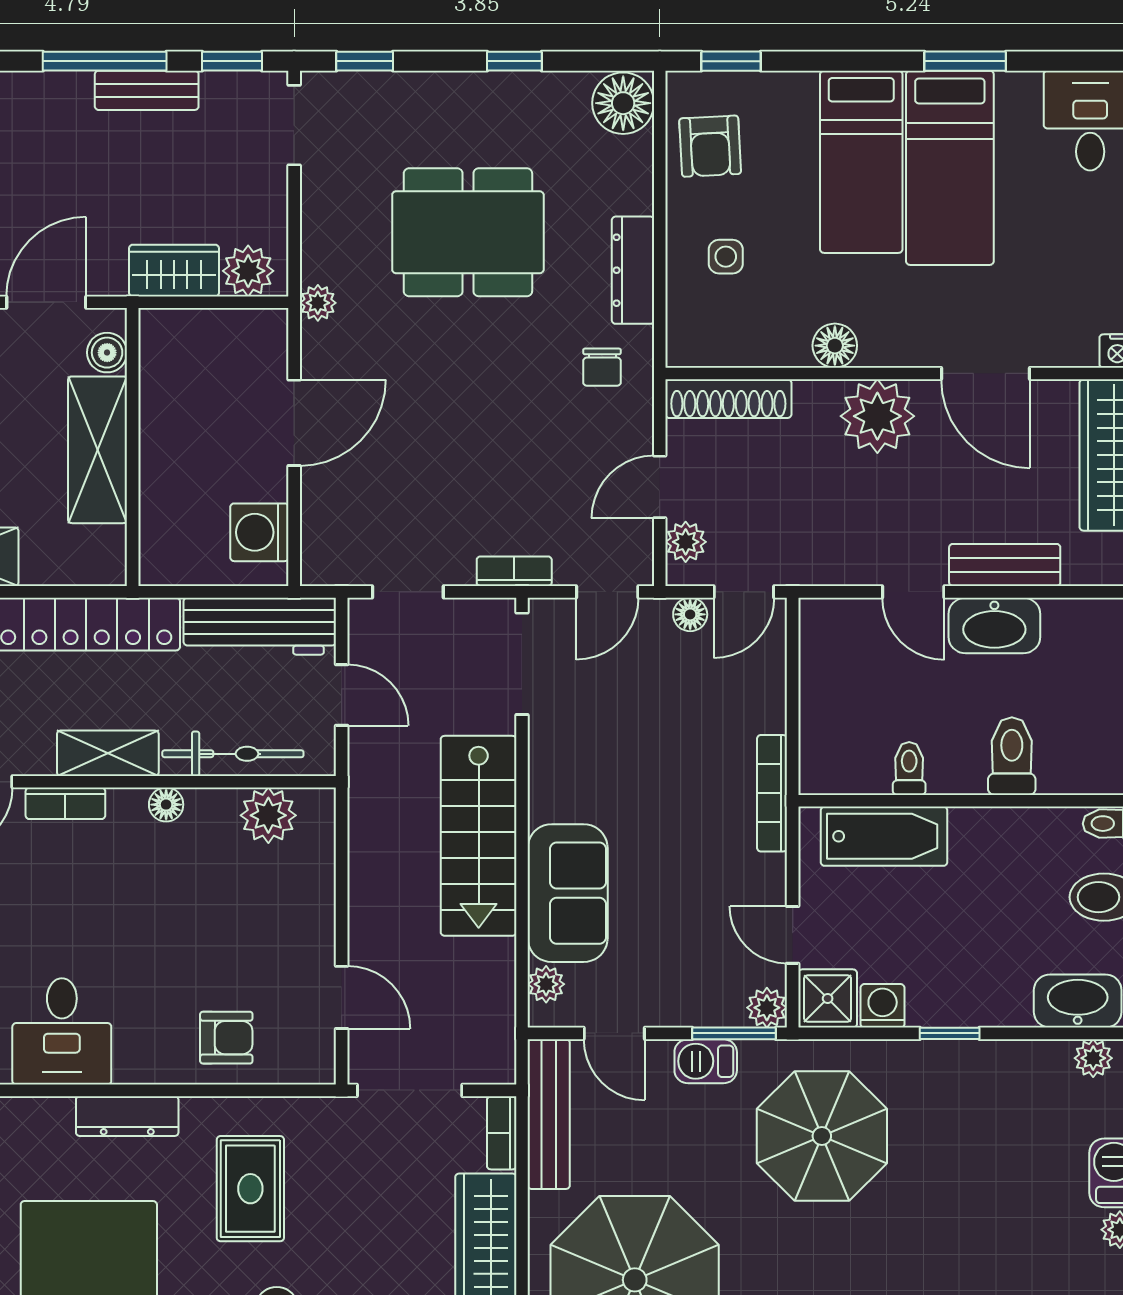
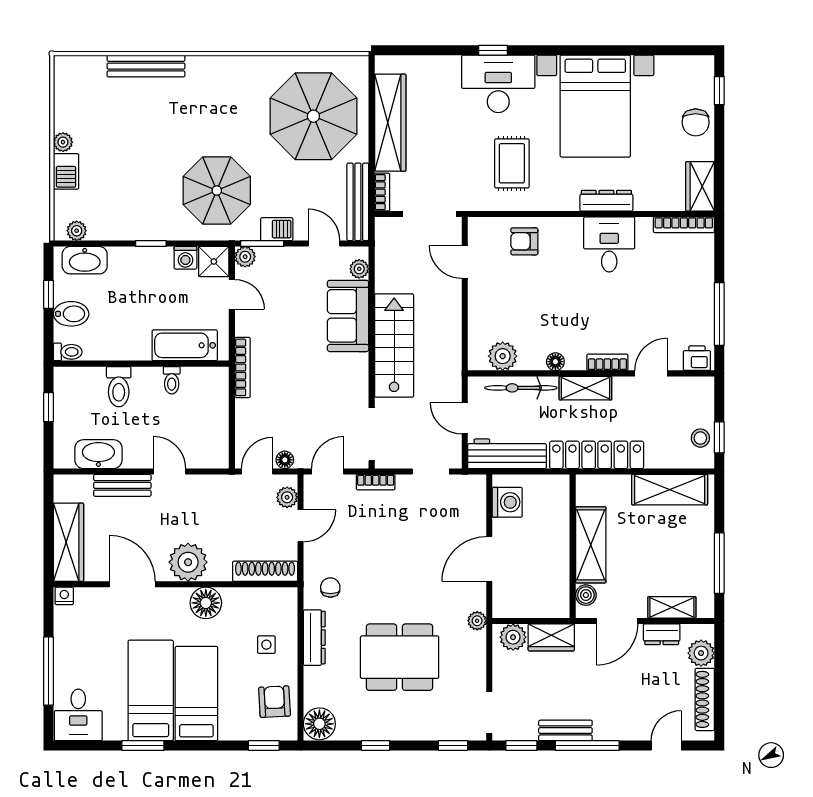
floor lamp: (835, 346) -> (206, 603), width x1.38, depth x1.38
washbasin: (994, 626) -> (98, 454), moved
dresser: (127, 1116) -> (606, 201), moved

